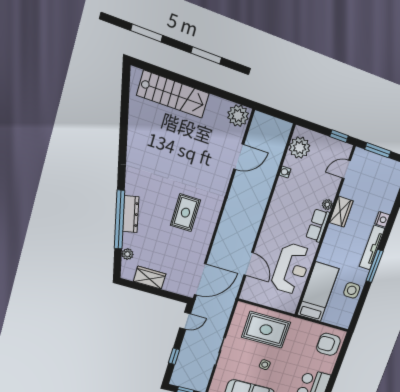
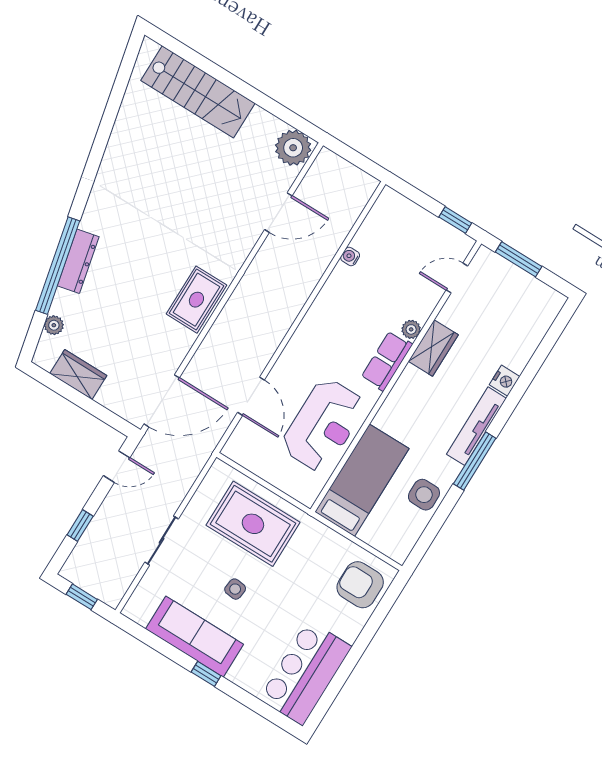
plant: (300, 148) -> (384, 222), removed
rug: (185, 213) -> (196, 300), moved

